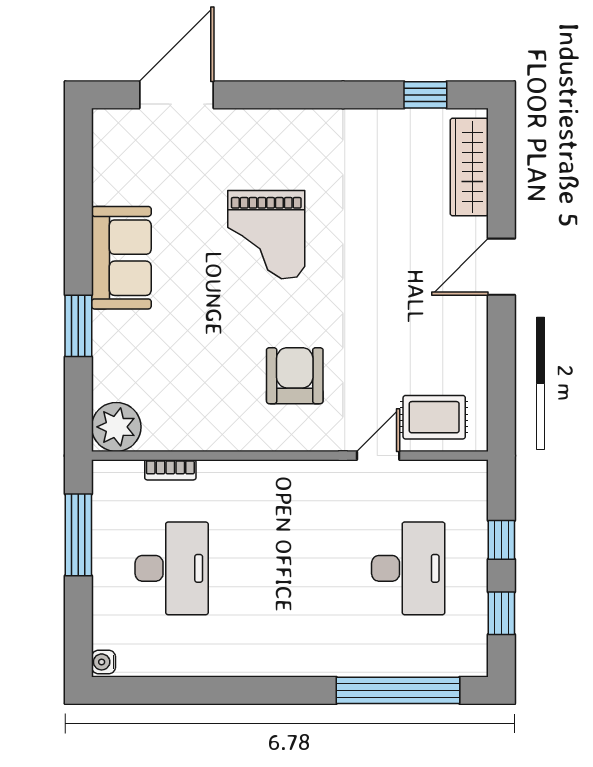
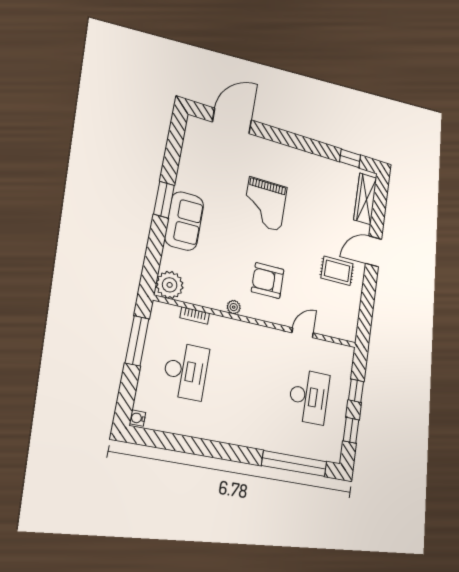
sofa: (121, 258) -> (184, 221), moved
window: (78, 326) -> (164, 200), moved
armchair: (295, 376) -> (268, 281), turned -90
rug: (434, 417) -> (337, 271), moved
plant: (239, 439) -> (234, 307), added

